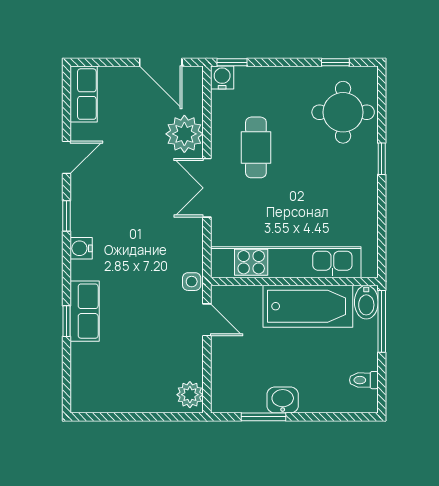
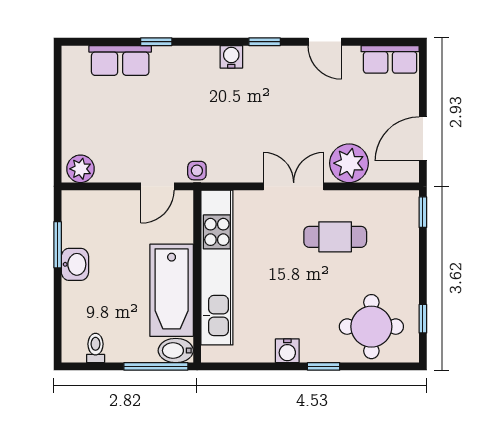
water cooler: (222, 78) -> (287, 351), moved, turned 90
row of seats: (85, 311) -> (120, 60), moved

